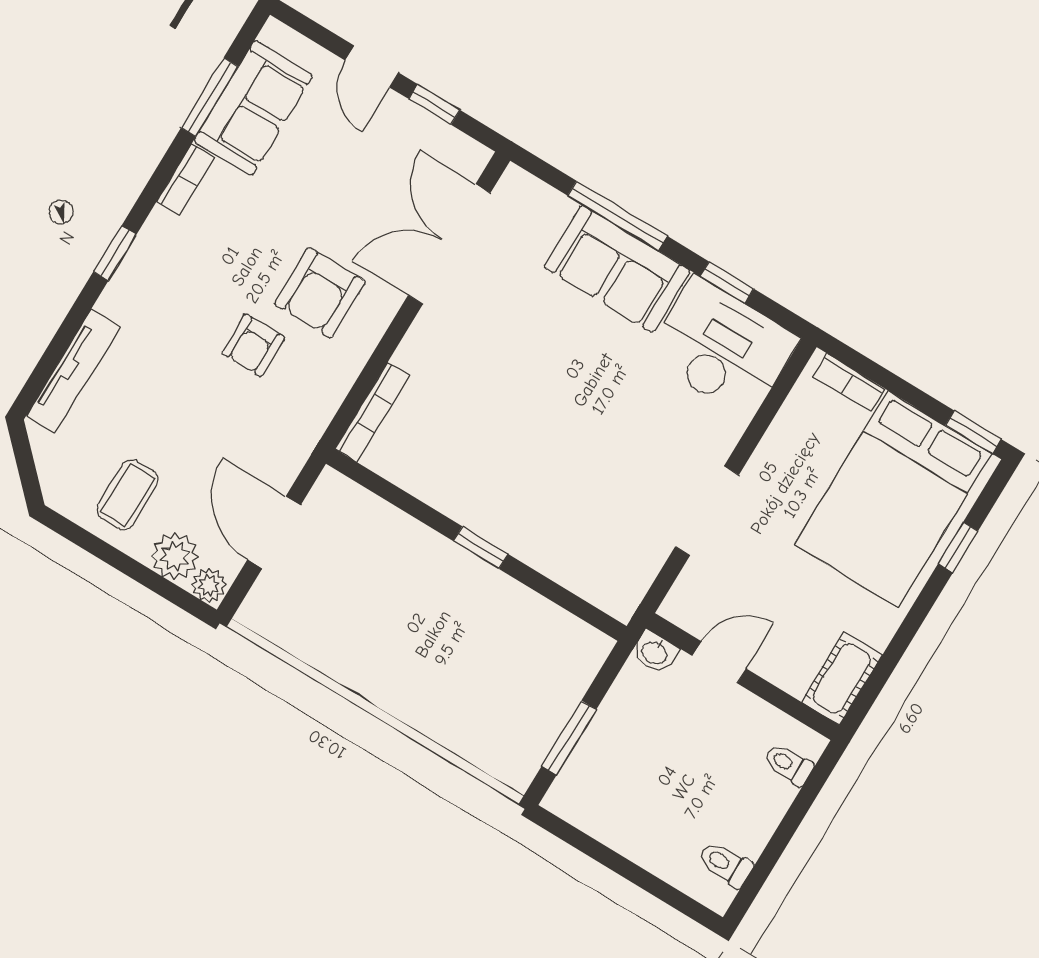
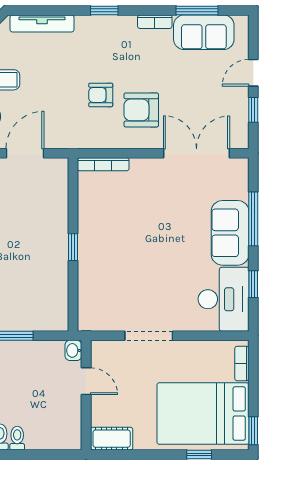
toilet: (788, 764) -> (17, 438), moved

